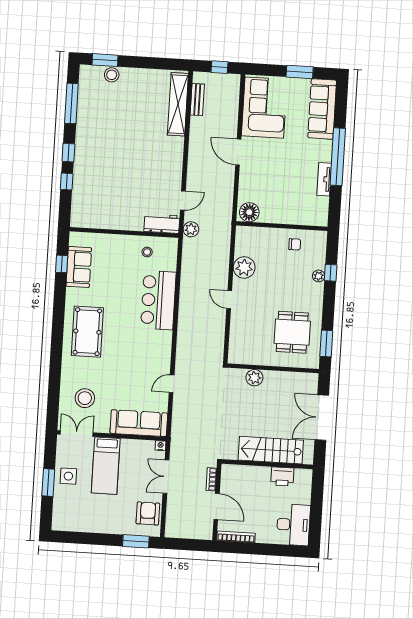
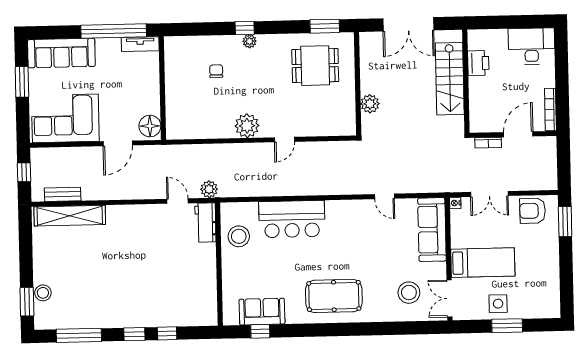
floor lamp: (249, 212) -> (150, 126), moved
wall: (282, 226) -> (162, 88), moved
stool: (147, 252) -> (239, 236), width x1.89, depth x1.89

